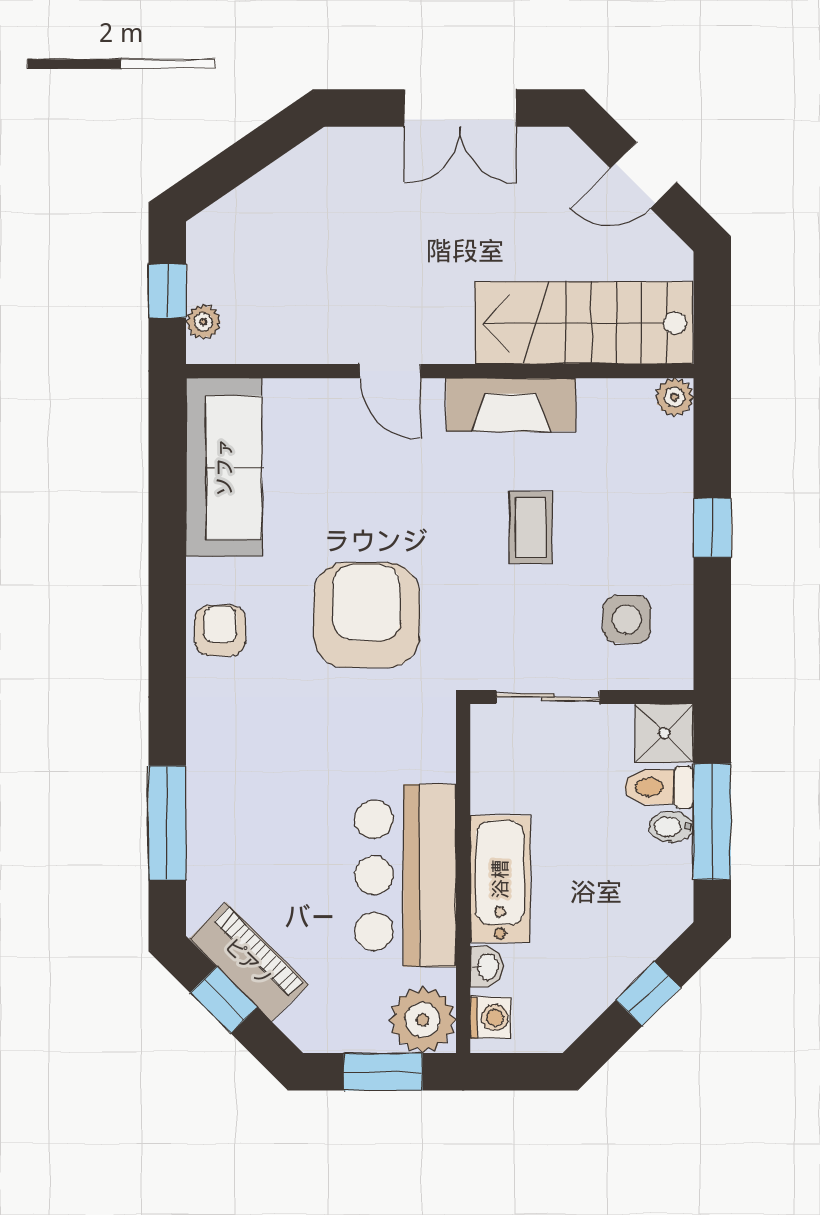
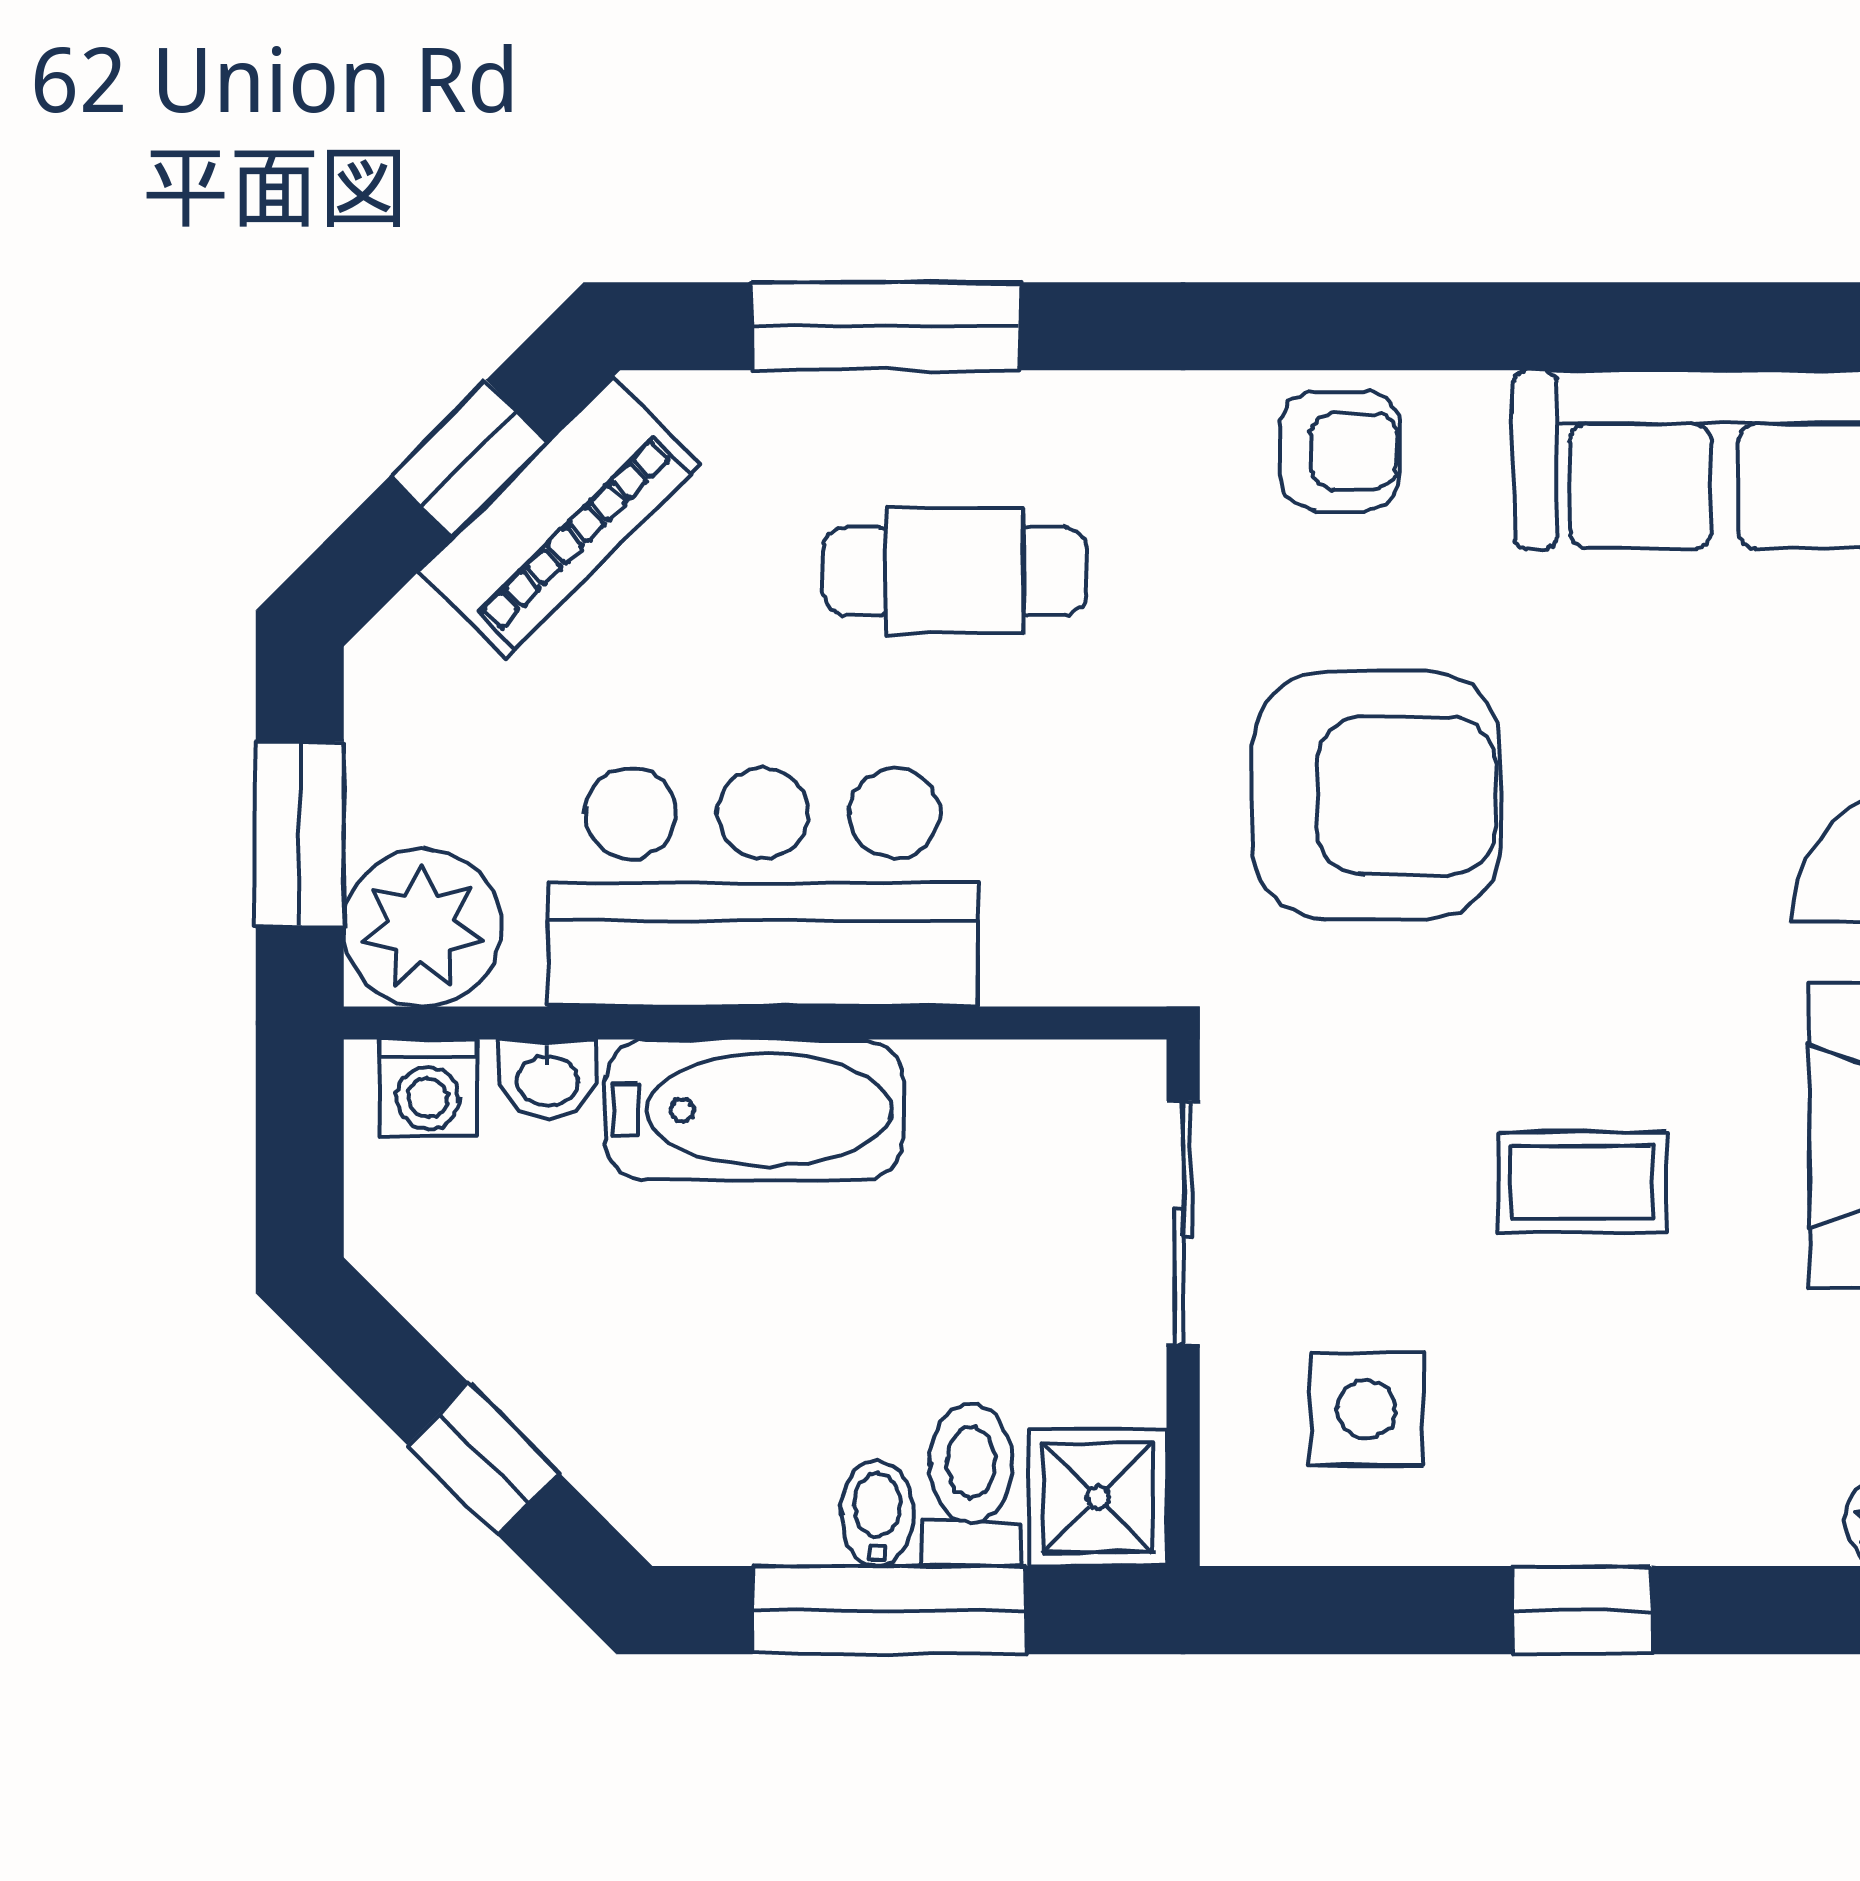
cafe table: (271, 794) -> (955, 571), added

